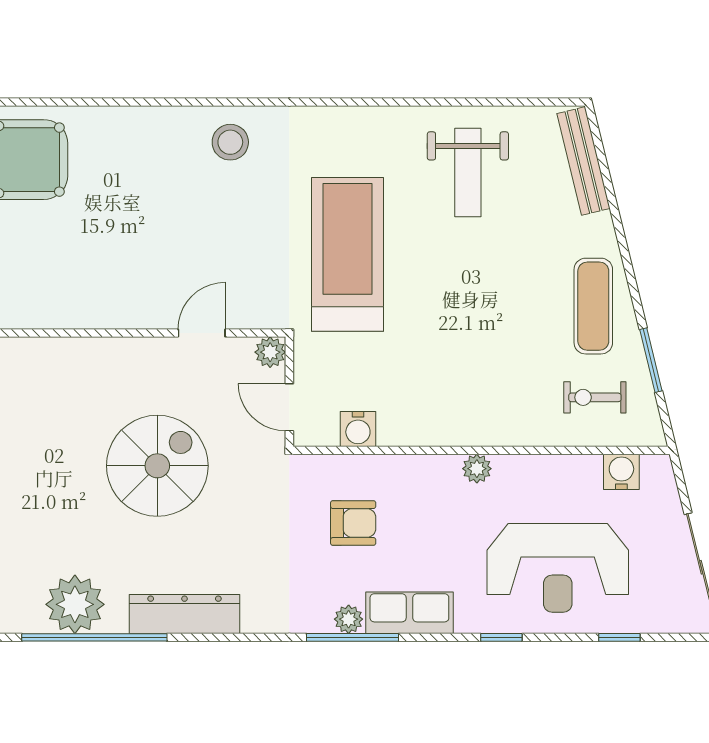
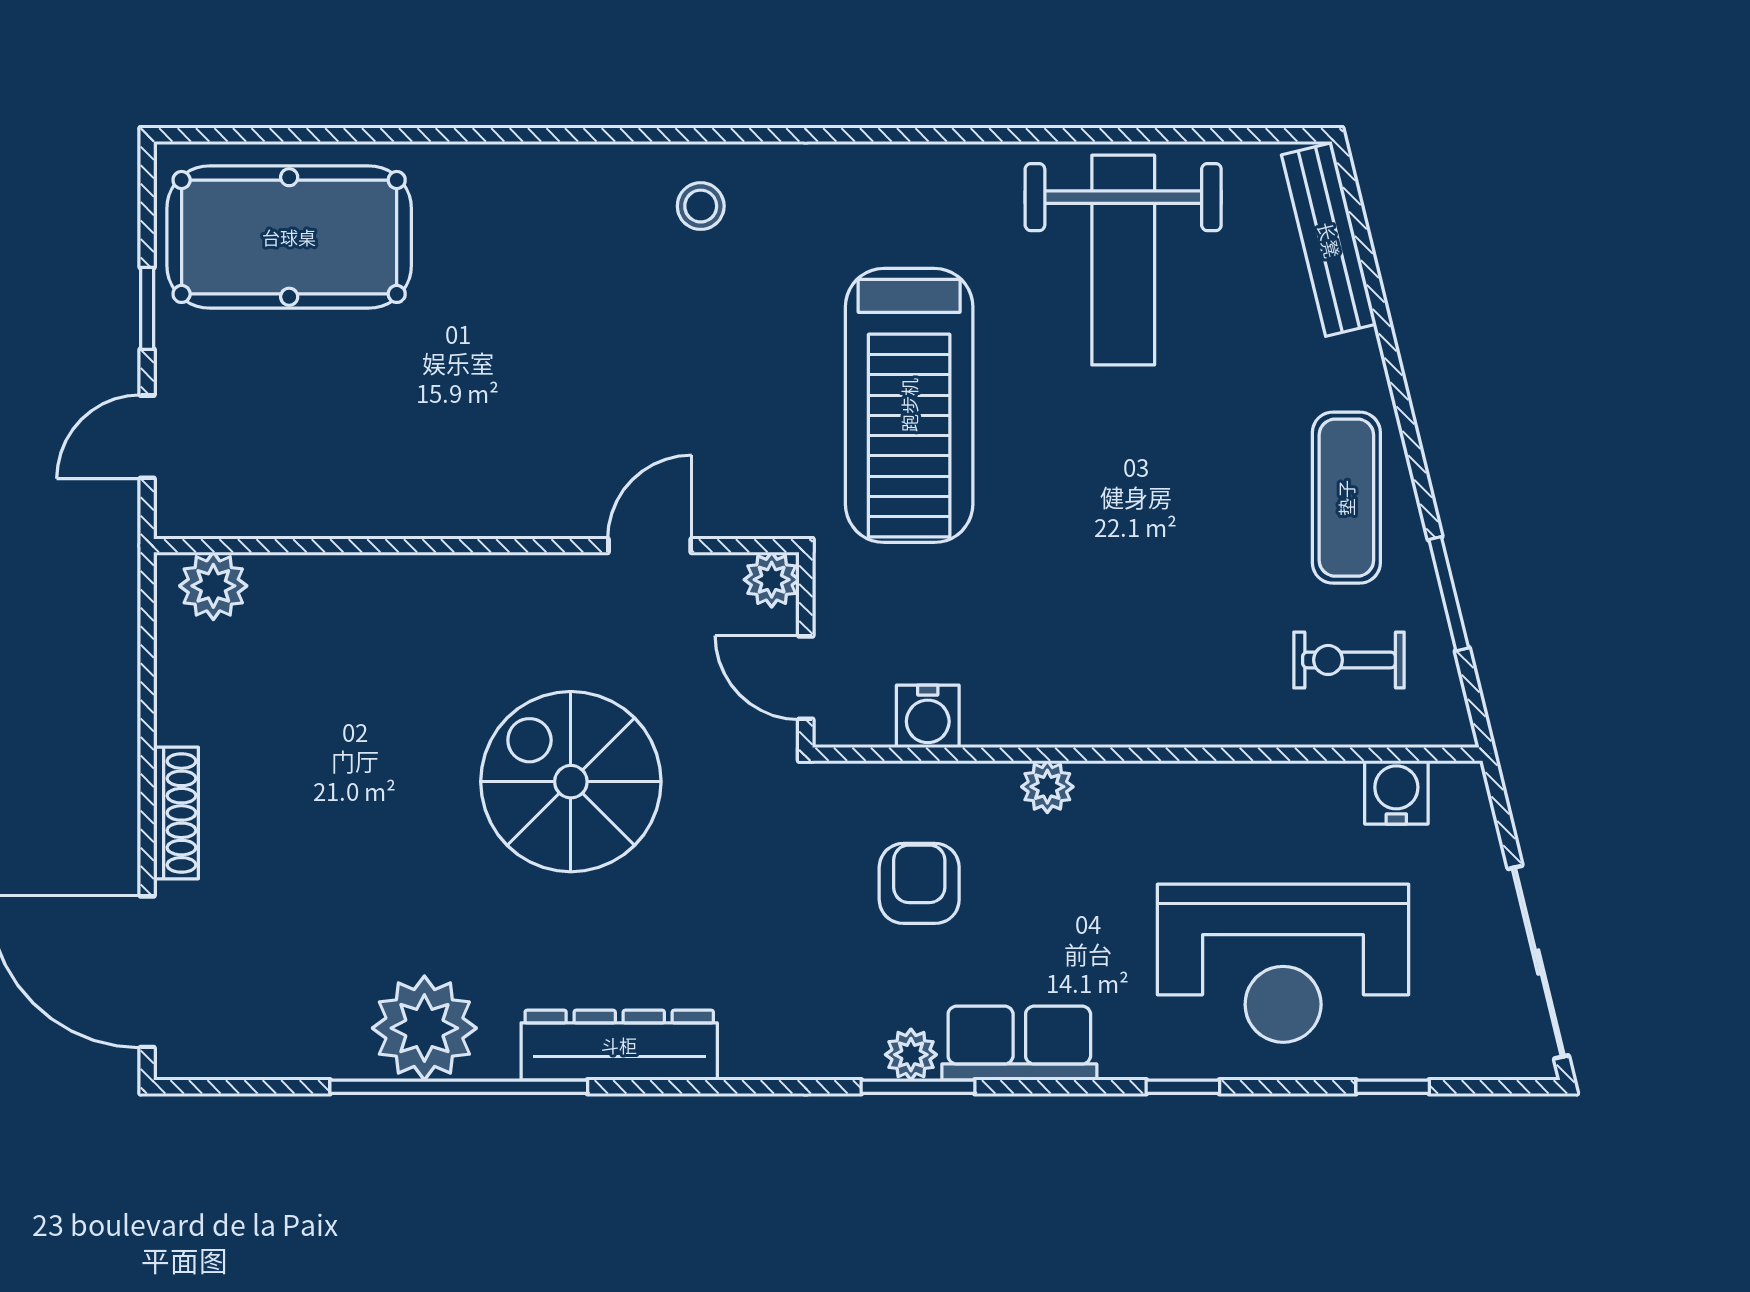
stool: (230, 142) -> (701, 206), width x0.73, depth x0.73
weight bench: (468, 173) -> (1123, 260), width x1.36, depth x1.33
treadmill: (347, 254) -> (909, 405), turned 180
spiral stairs: (157, 466) -> (571, 782), turned -90
plant: (477, 469) -> (1047, 787), moved
armchair: (353, 523) -> (919, 883), turned -90
window: (352, 637) -> (918, 1087), width x0.69

